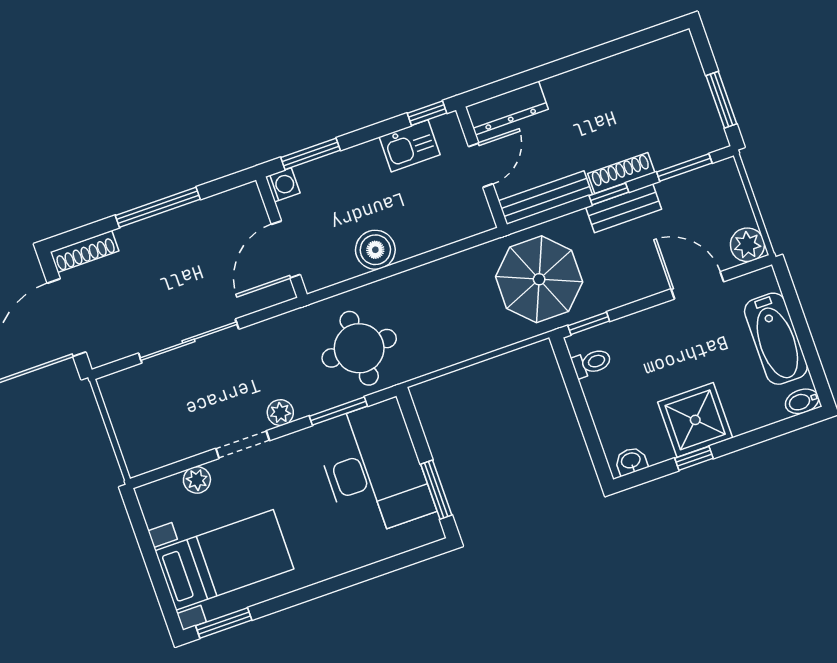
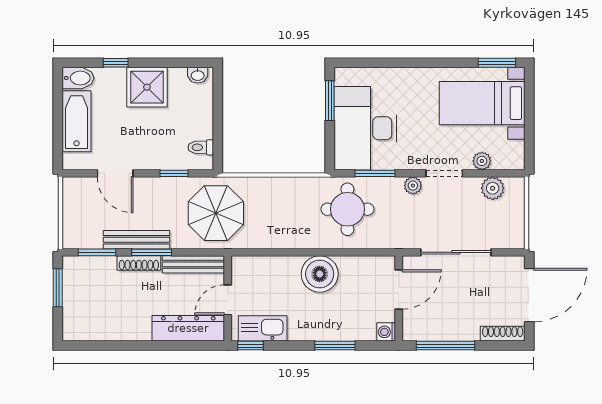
dresser: (507, 108) -> (188, 328), width x1.37, depth x1.24
kitchen sink: (410, 146) -> (263, 328), width x1.38
washing machine: (283, 185) -> (386, 332), moved
window: (609, 194) -> (152, 252), width x1.50
bench: (624, 208) -> (136, 240), width x1.36
wall: (281, 237) -> (399, 298), moved
plant: (747, 245) -> (493, 188), moved
door: (286, 249) -> (399, 290), moved
boiler: (375, 250) -> (320, 274), width x1.37, depth x1.37
window: (589, 323) -> (174, 173), moved
bidet: (802, 401) -> (78, 78), width x1.38, depth x1.36
window: (694, 458) -> (116, 63), moved

